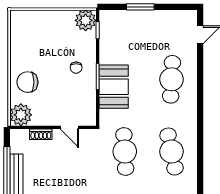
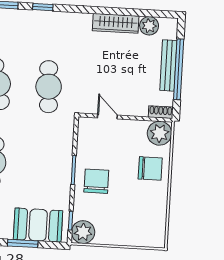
chair: (76, 68) -> (96, 181), width x1.87, depth x1.87
booth: (114, 87) -> (38, 225), moved, turned 90
shoe rack: (41, 134) -> (161, 112), moved

